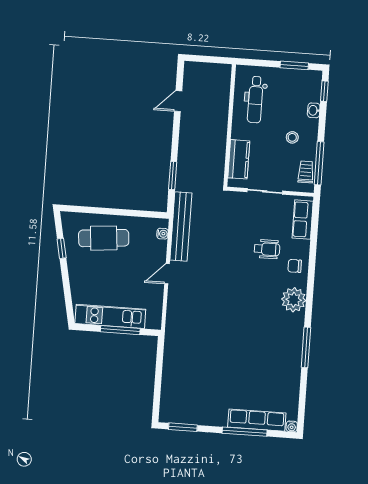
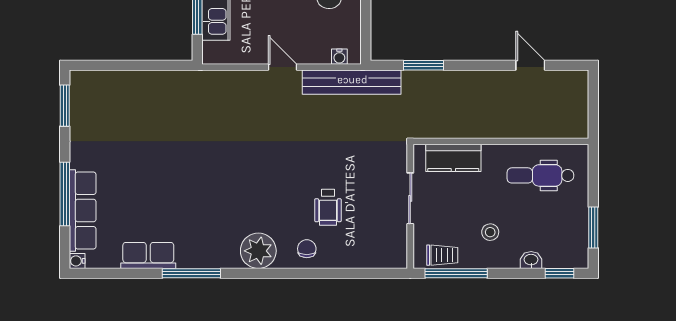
row of seats: (303, 220) -> (148, 255), moved

